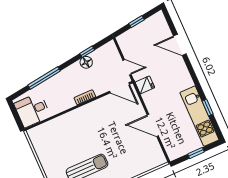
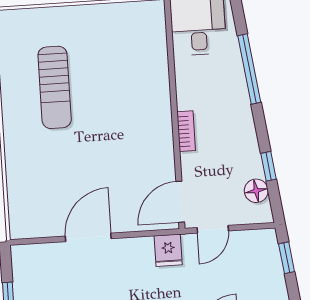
window: (136, 22) -> (287, 258), moved
floor lamp: (86, 62) -> (256, 191), moved

